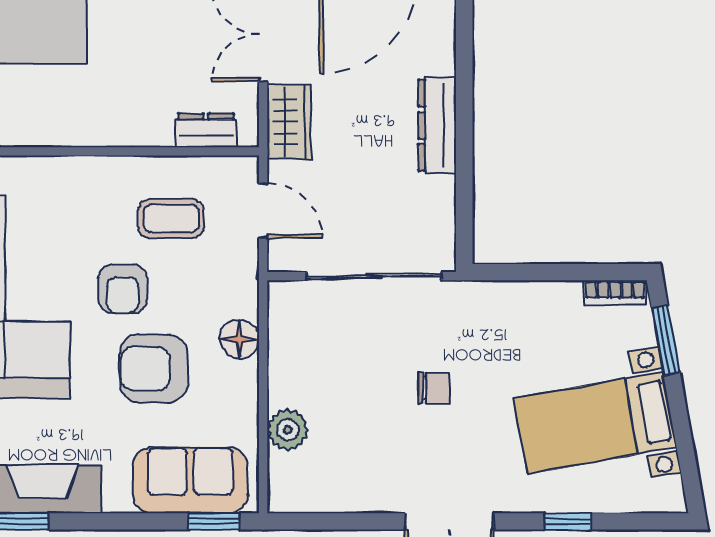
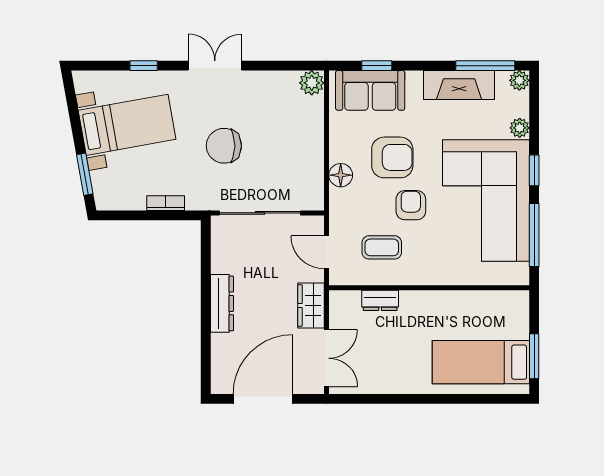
dresser: (206, 130) -> (380, 300), moved
bookcase: (615, 293) -> (166, 203), moved
chair: (434, 388) -> (224, 146), width x1.87, depth x1.87
plant: (288, 430) -> (312, 83), moved
window: (214, 521) -> (377, 66), moved

